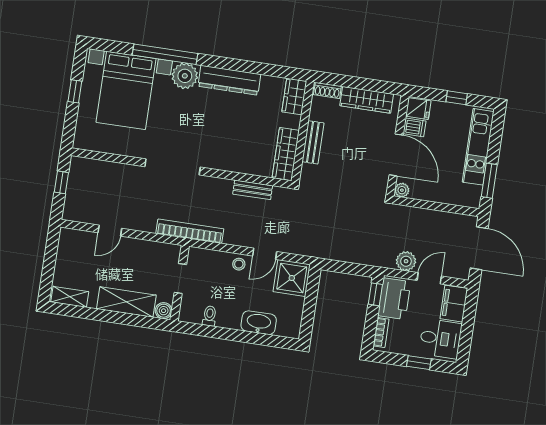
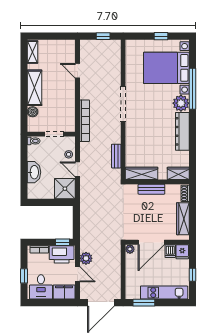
doorway: (180, 278) -> (54, 134), moved
wall: (180, 283) -> (51, 134), moved

